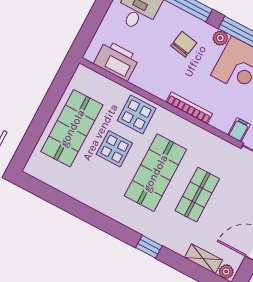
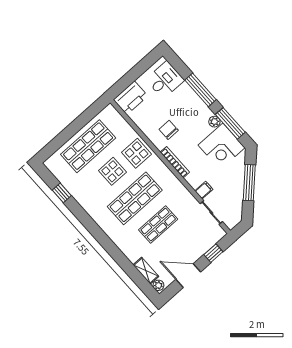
chair: (184, 44) -> (169, 130), moved, turned -100
printer: (117, 61) -> (131, 98), moved, turned 90
window: (149, 247) -> (62, 193), moved

